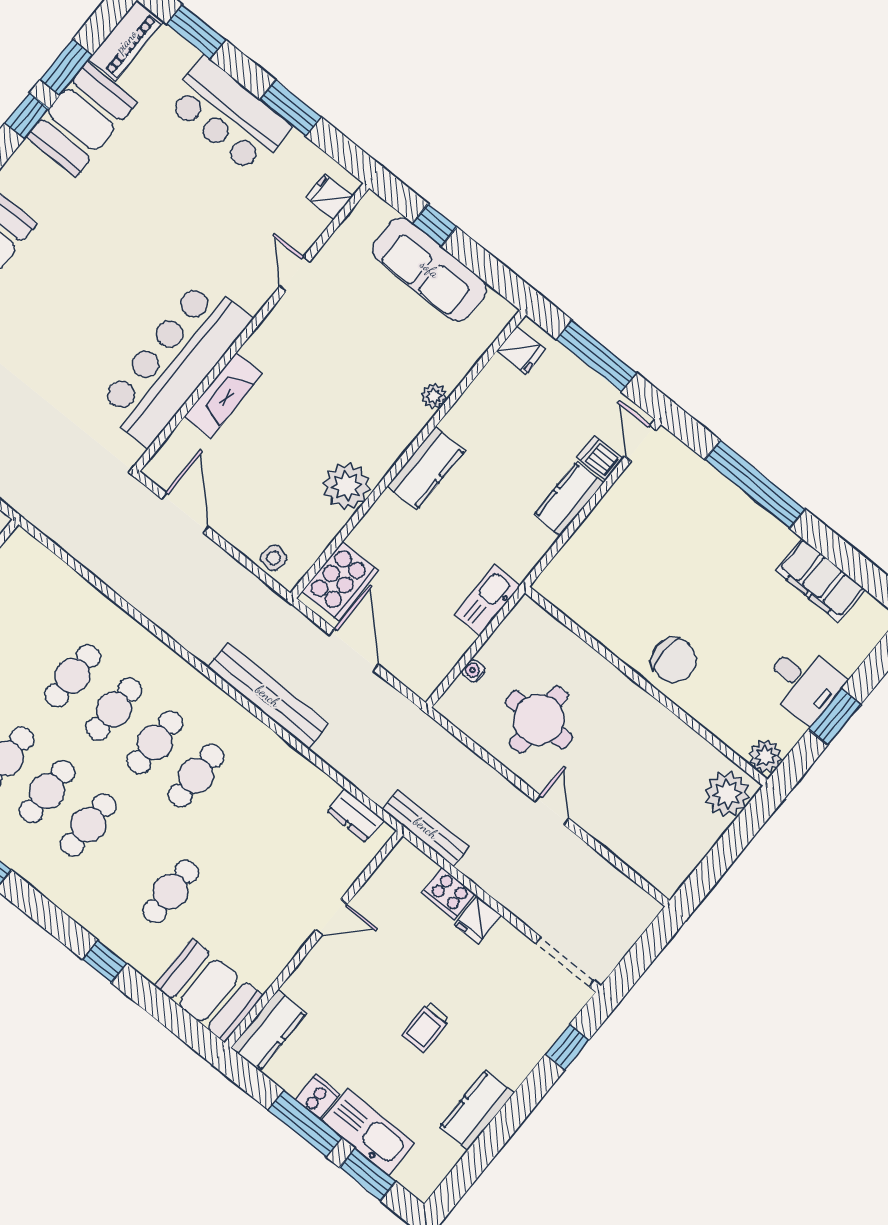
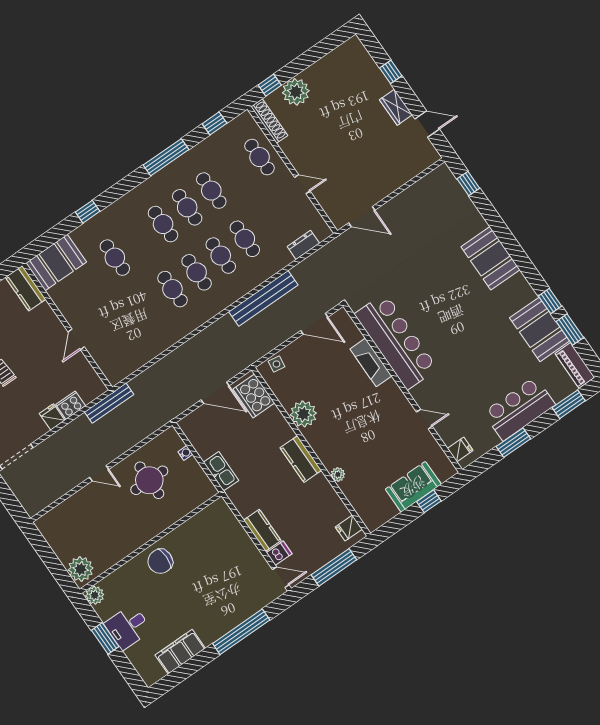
sofa: (430, 269) -> (413, 487), width x0.73
bench: (268, 696) -> (263, 298), moved
dresser: (355, 816) -> (303, 245), moved

